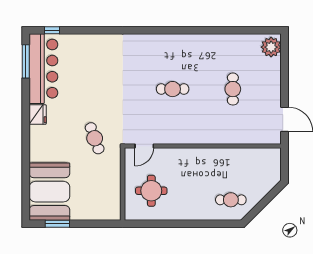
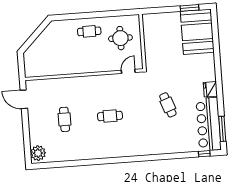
cafe table: (95, 138) -> (168, 105), moved
cafe table: (231, 200) -> (89, 31), moved

